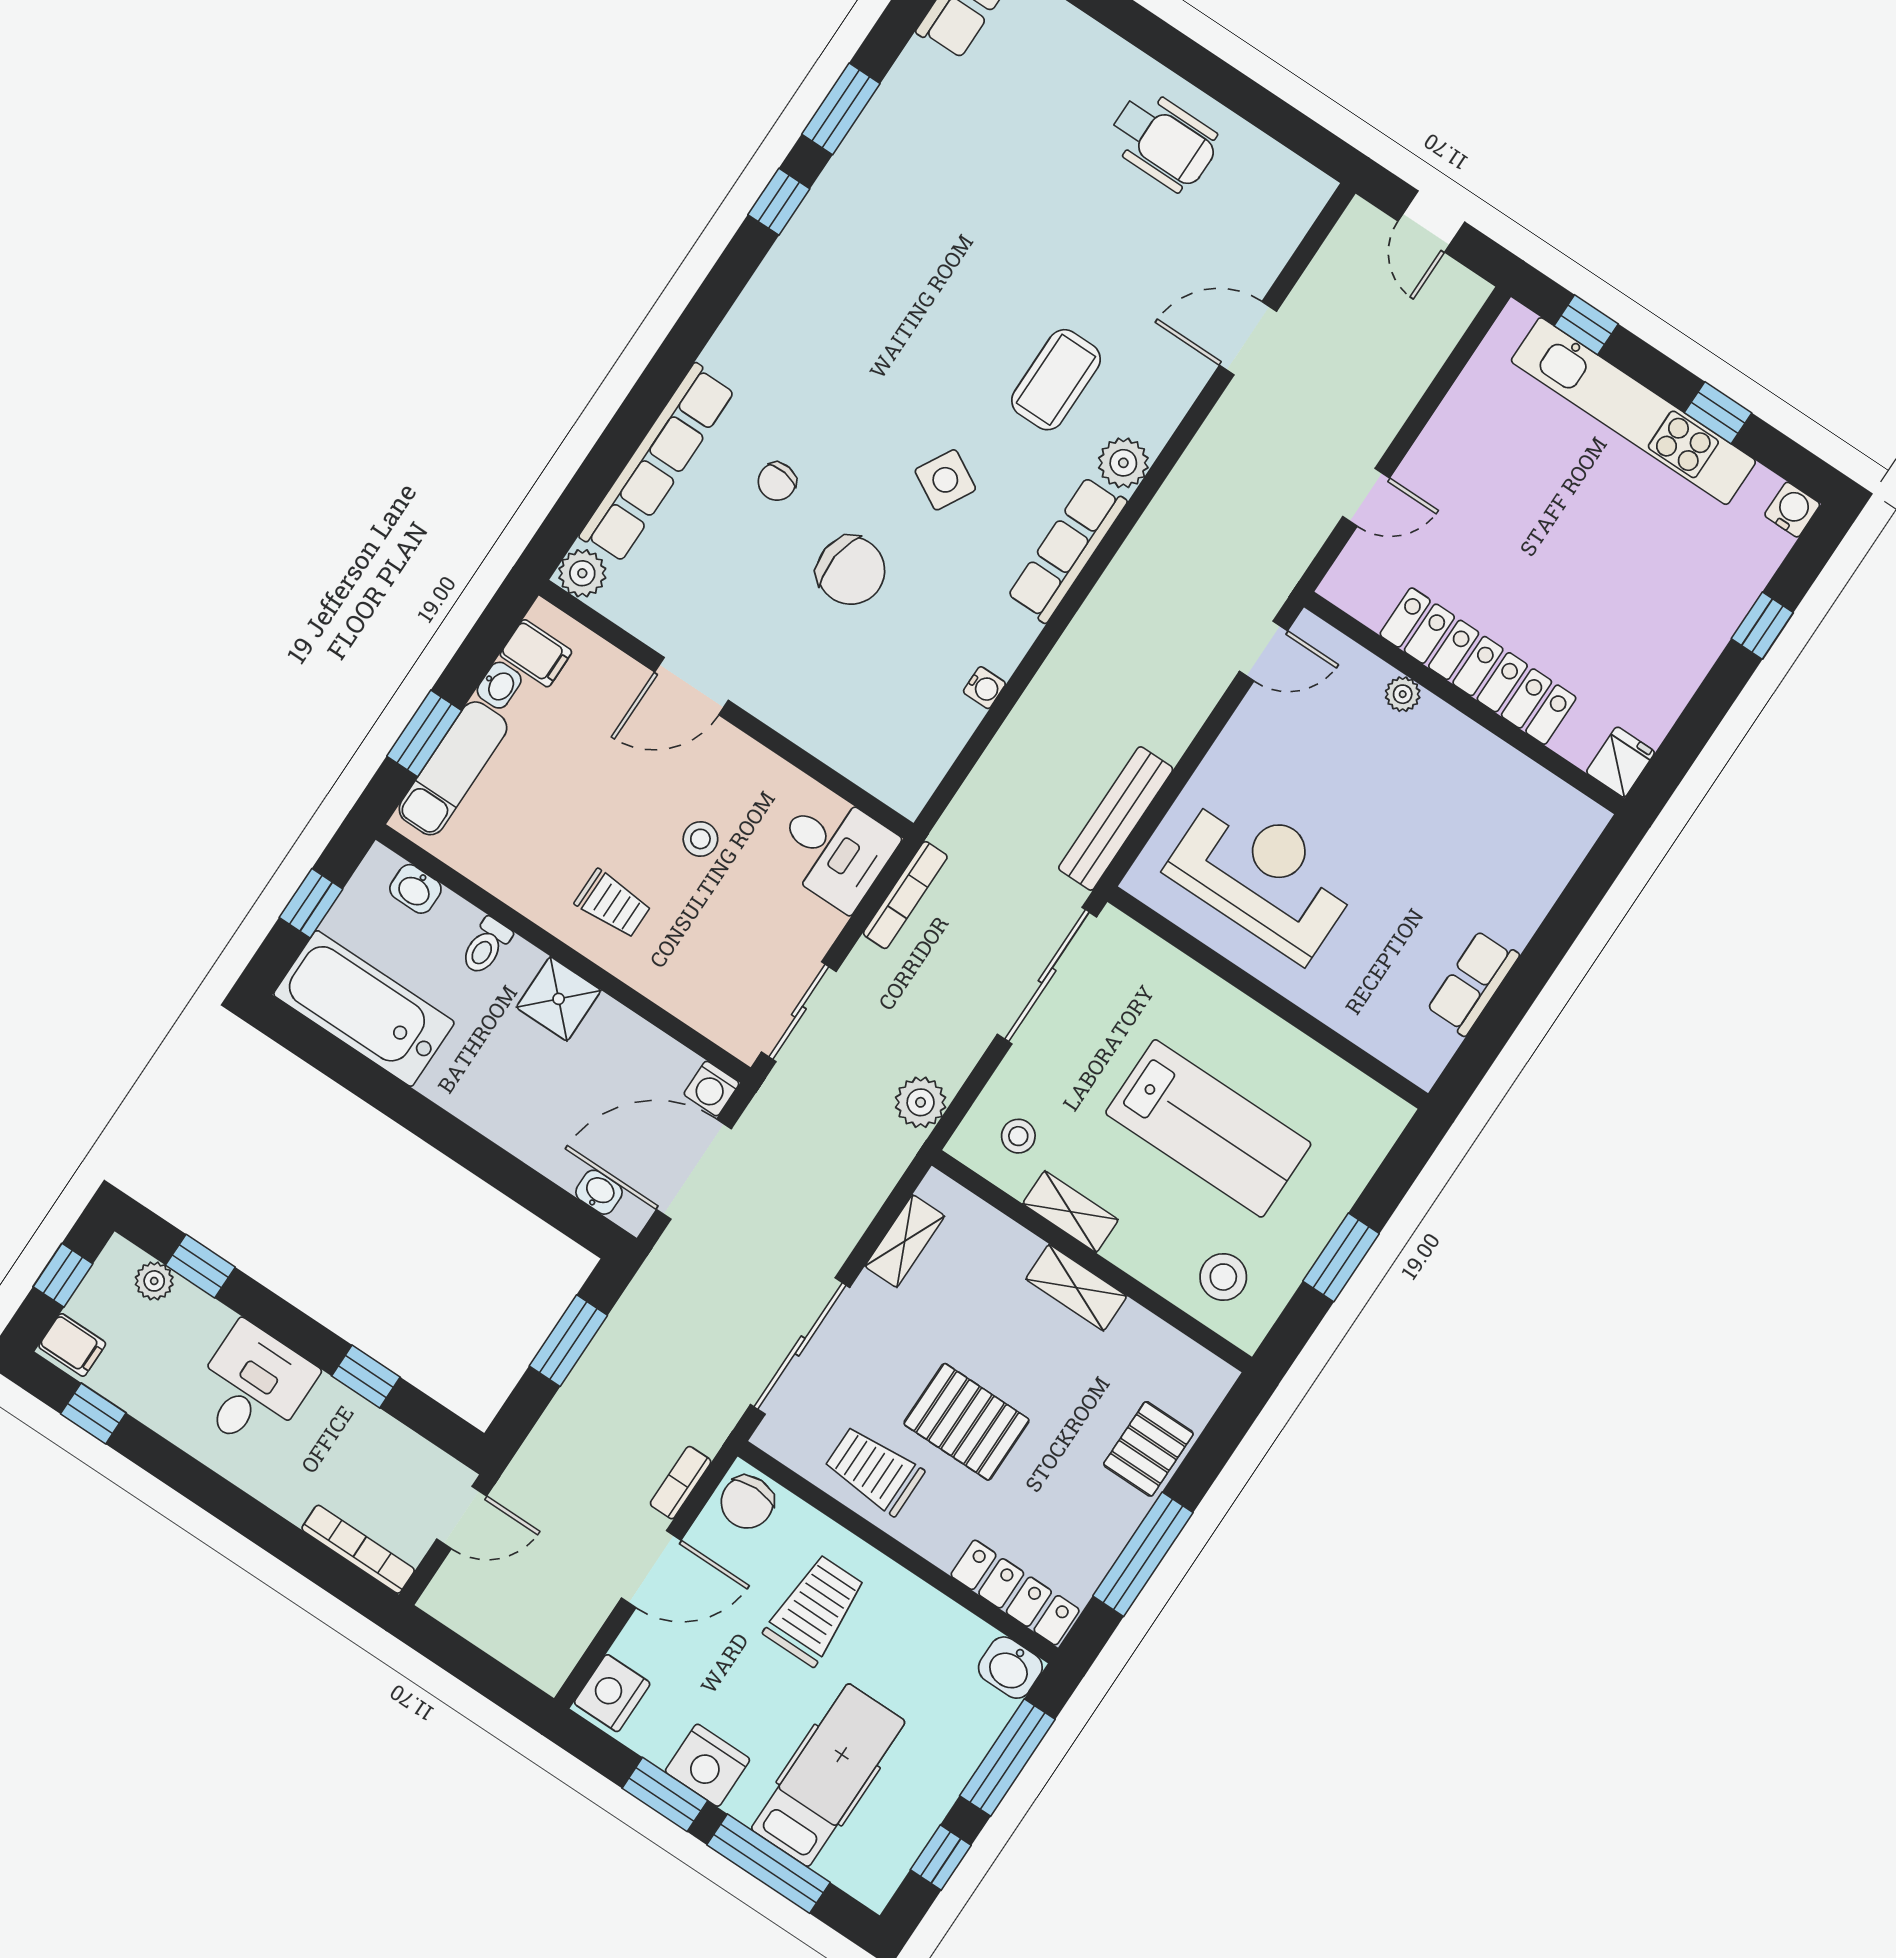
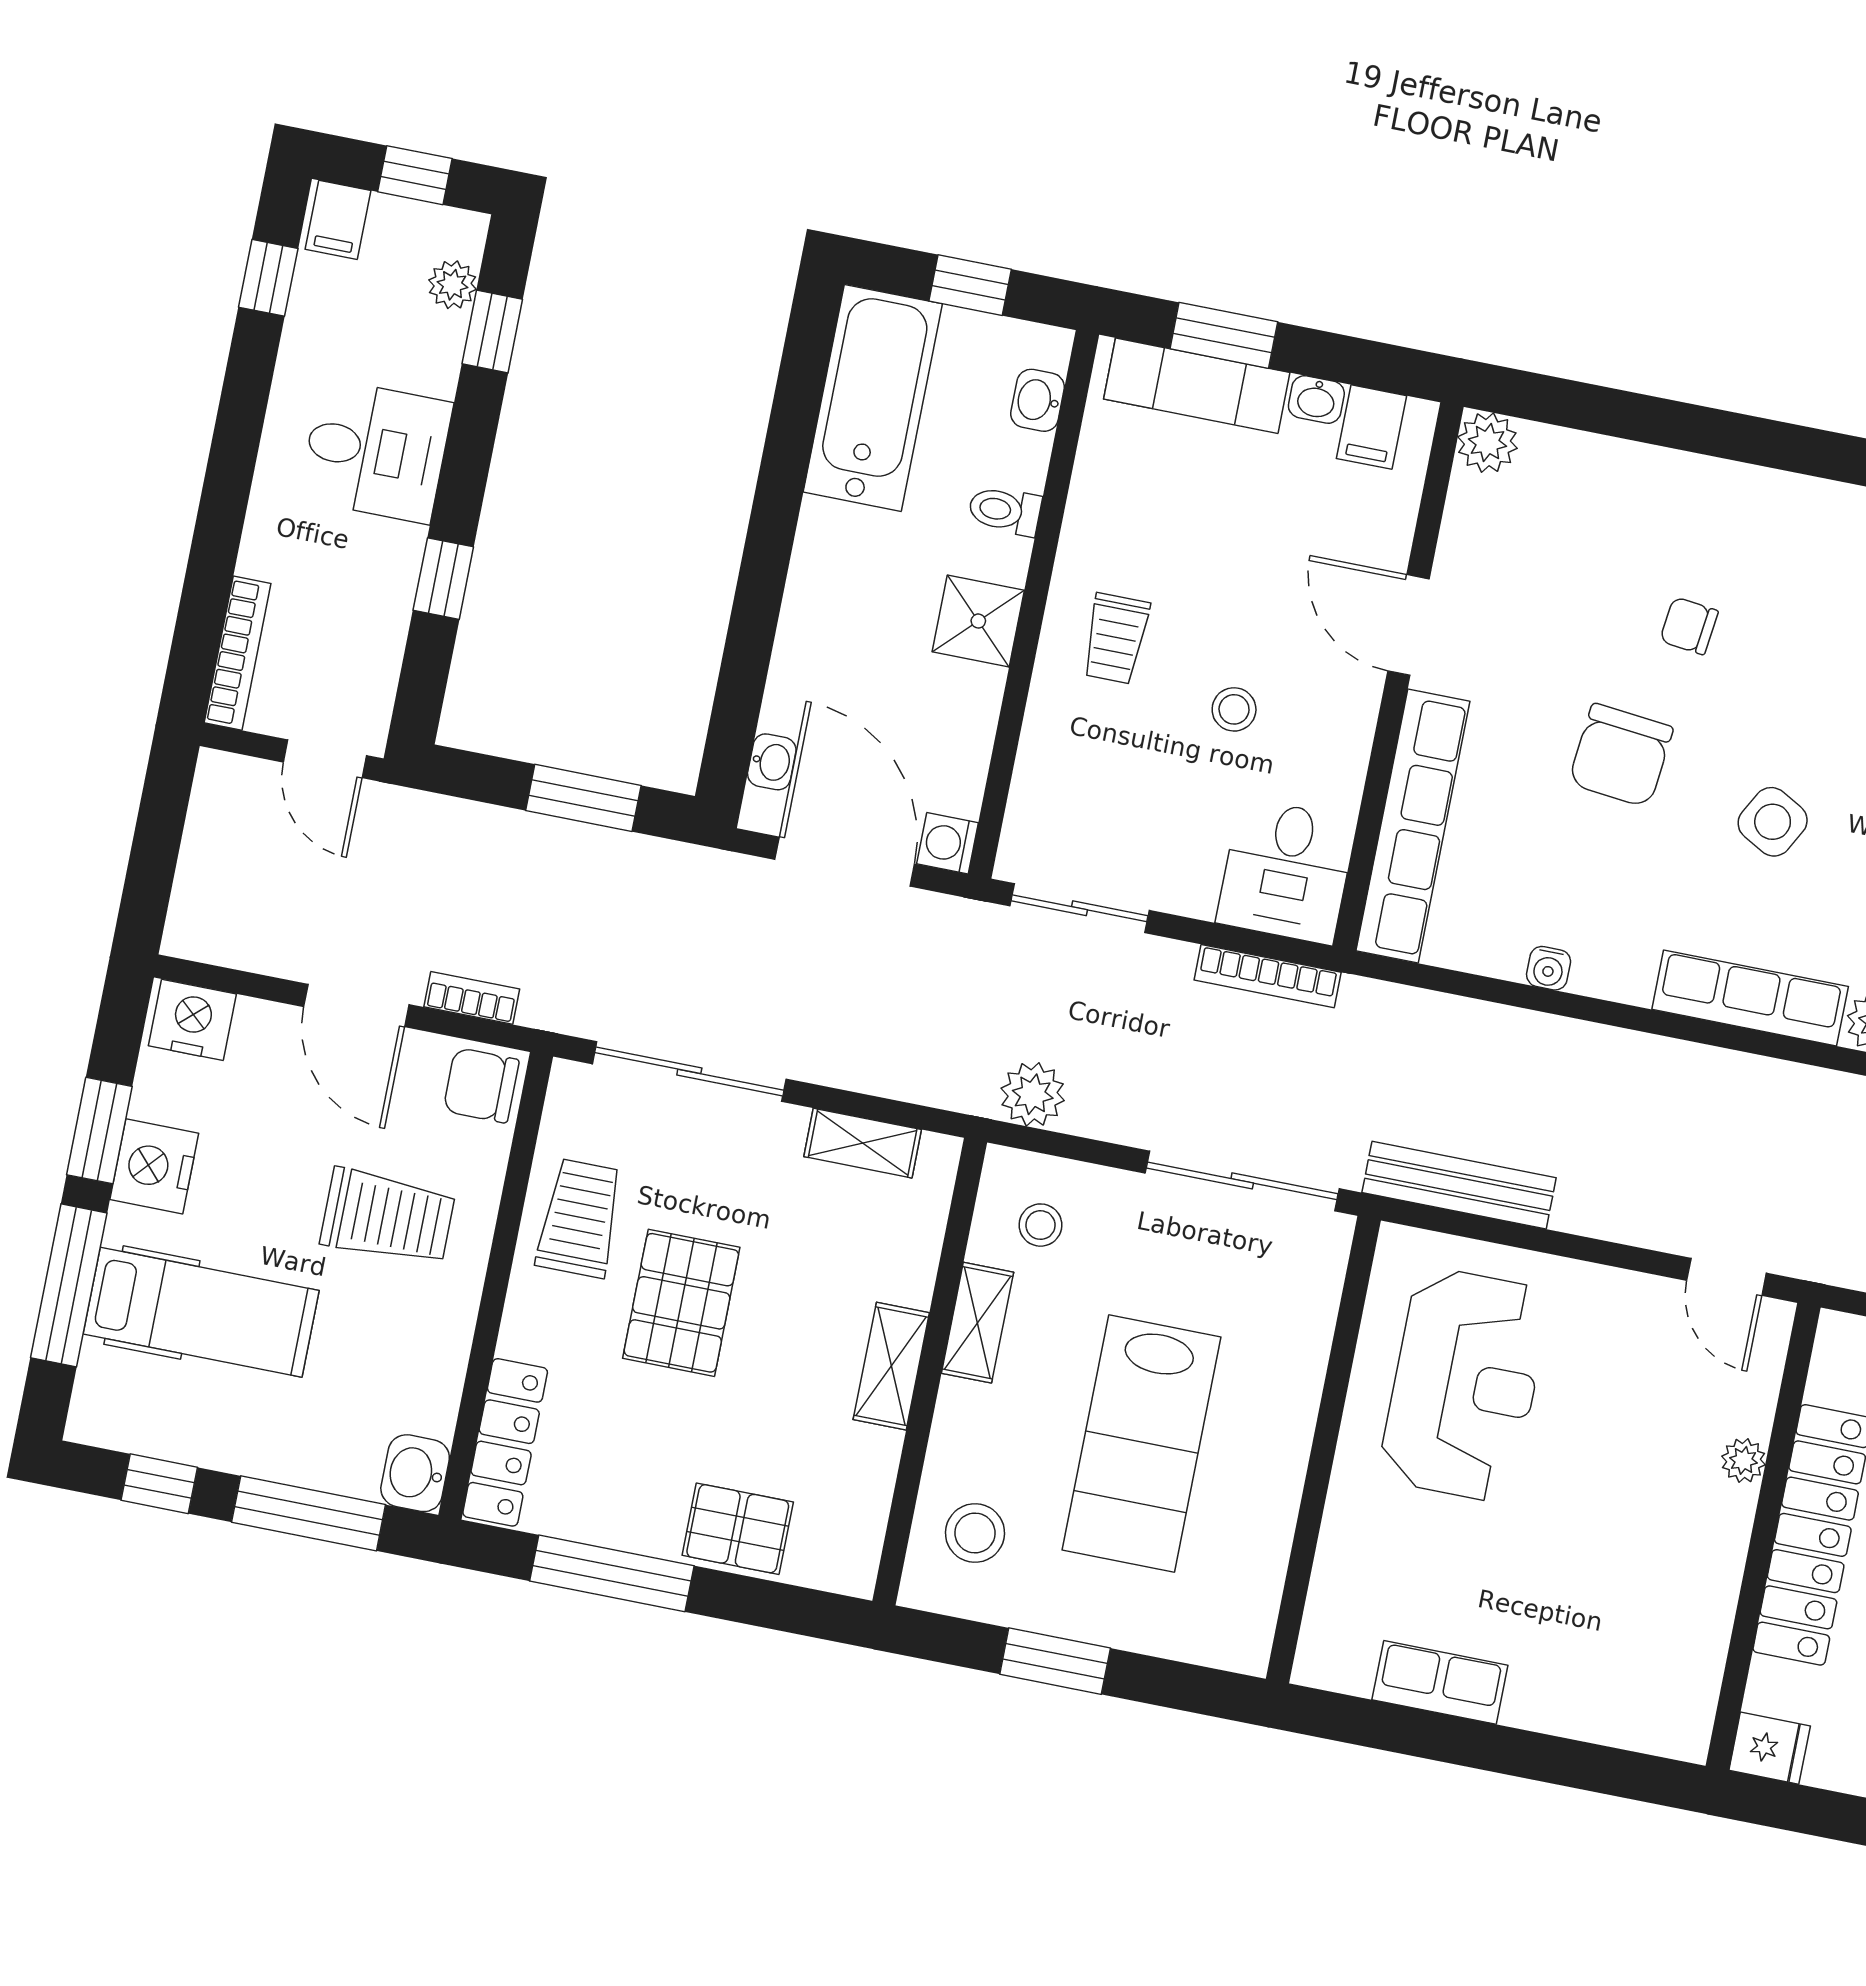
row of seats: (657, 463) -> (1413, 826), moved, turned -90

